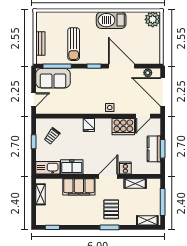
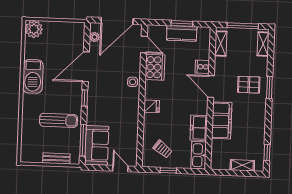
shelving: (135, 183) -> (221, 44), moved
shelving: (40, 194) -> (242, 165), moved

